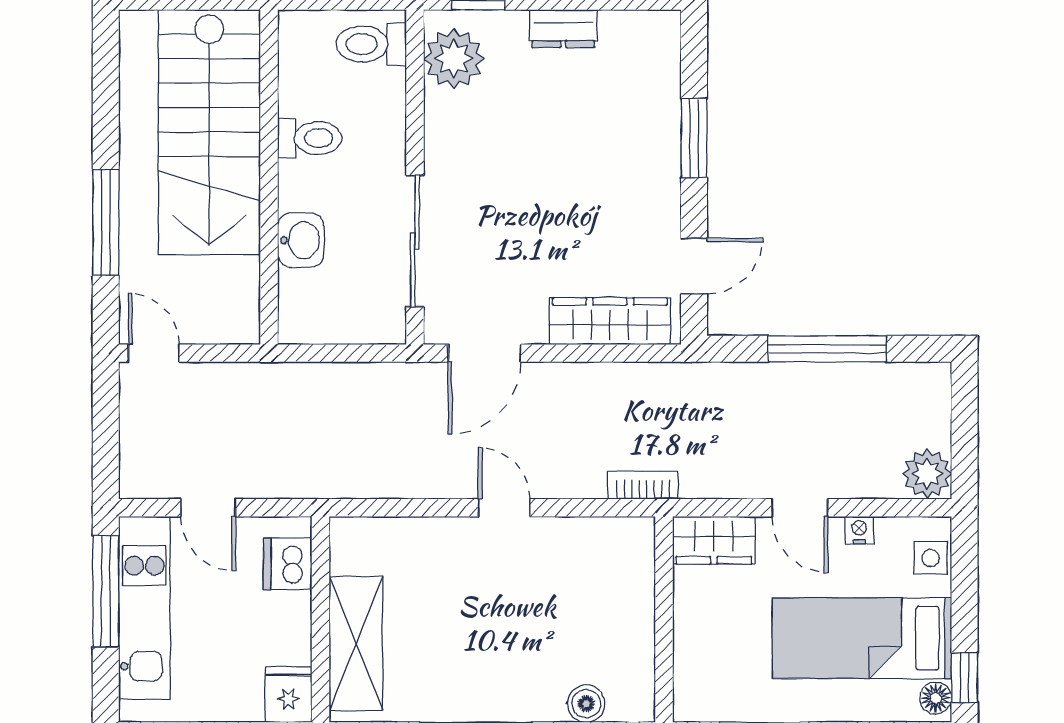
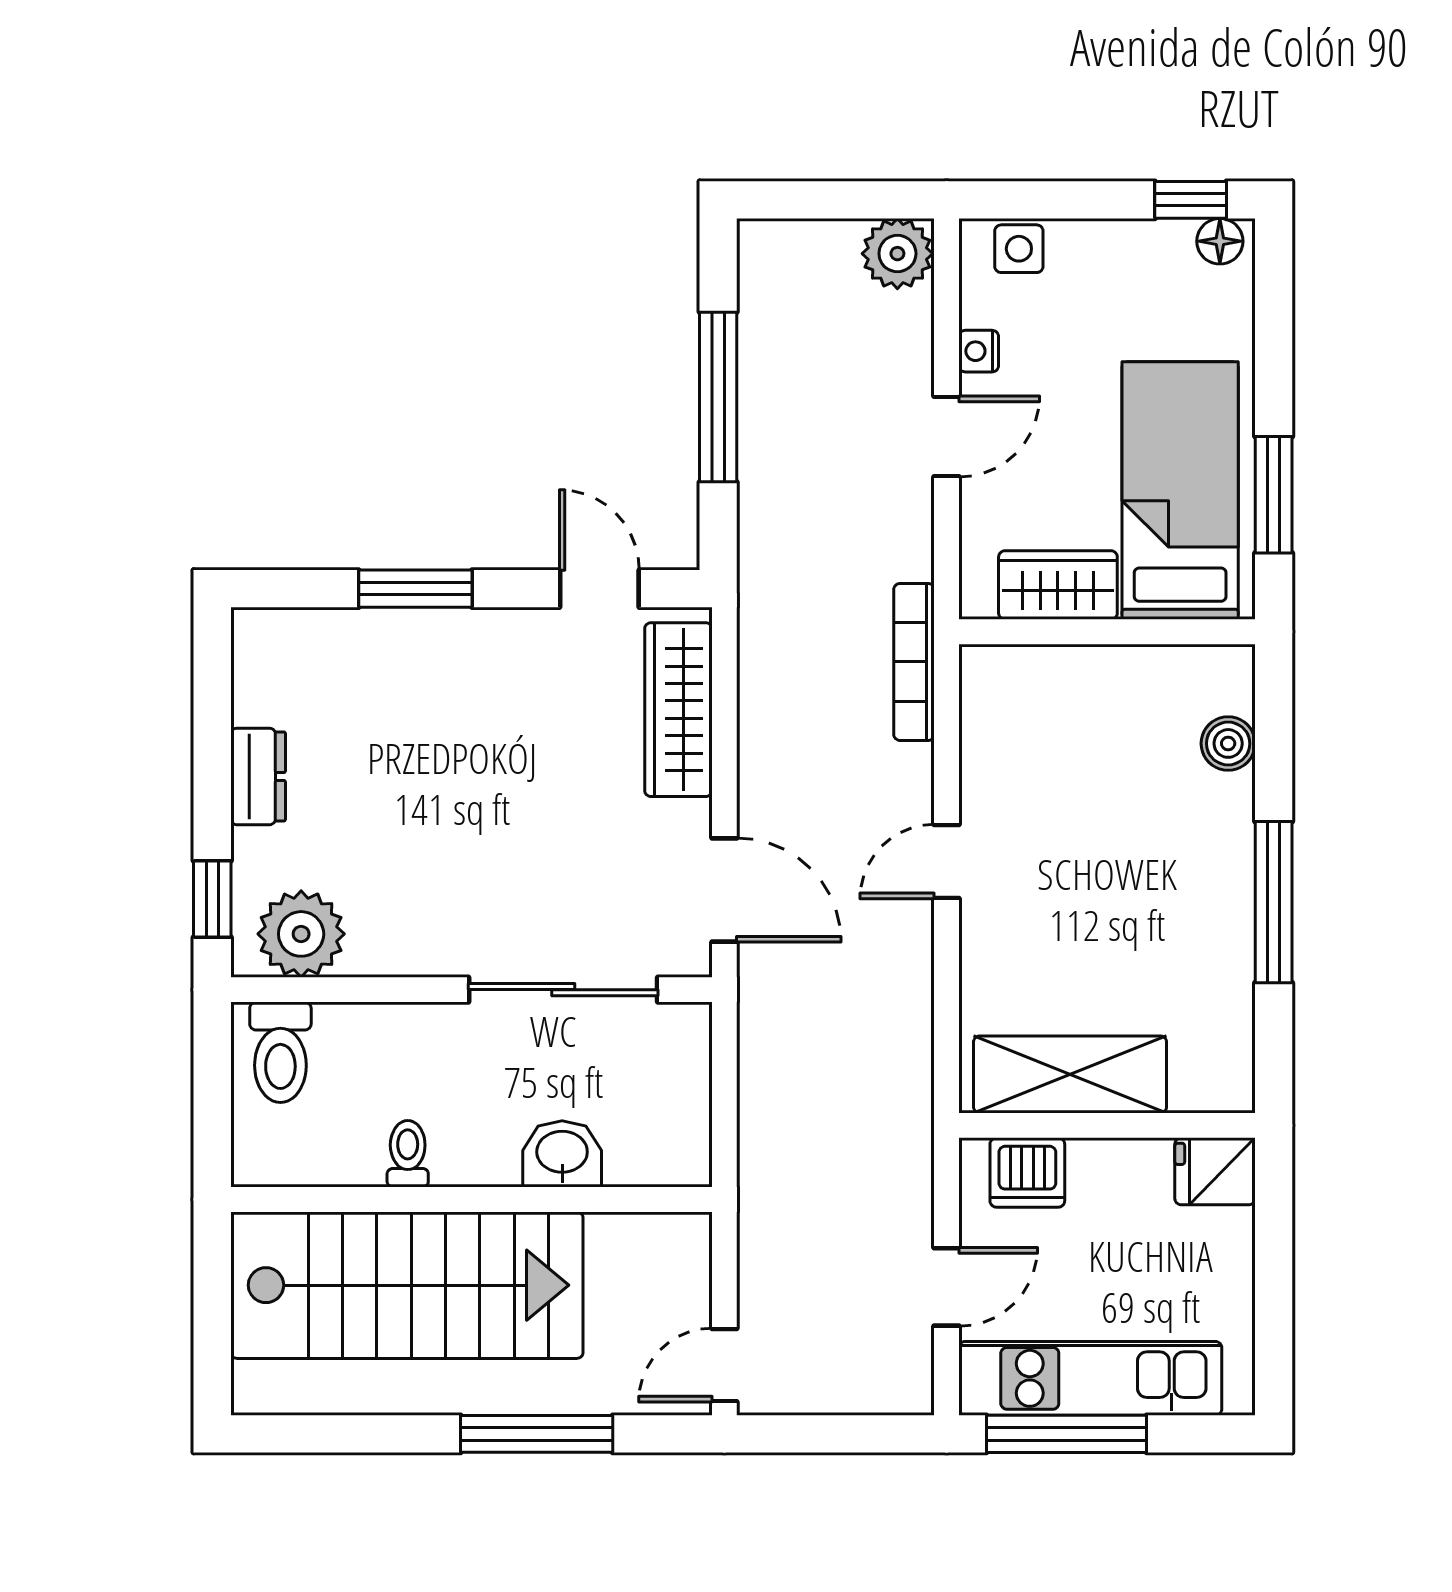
toilet: (310, 138) -> (408, 1154), width x0.73, depth x0.72
bookcase: (643, 485) -> (914, 662), width x1.56
wardrobe: (714, 540) -> (1058, 585), moved, turned -90
bed: (862, 638) -> (1180, 491), moved, turned 180
shelving: (356, 643) -> (1070, 1074), moved

